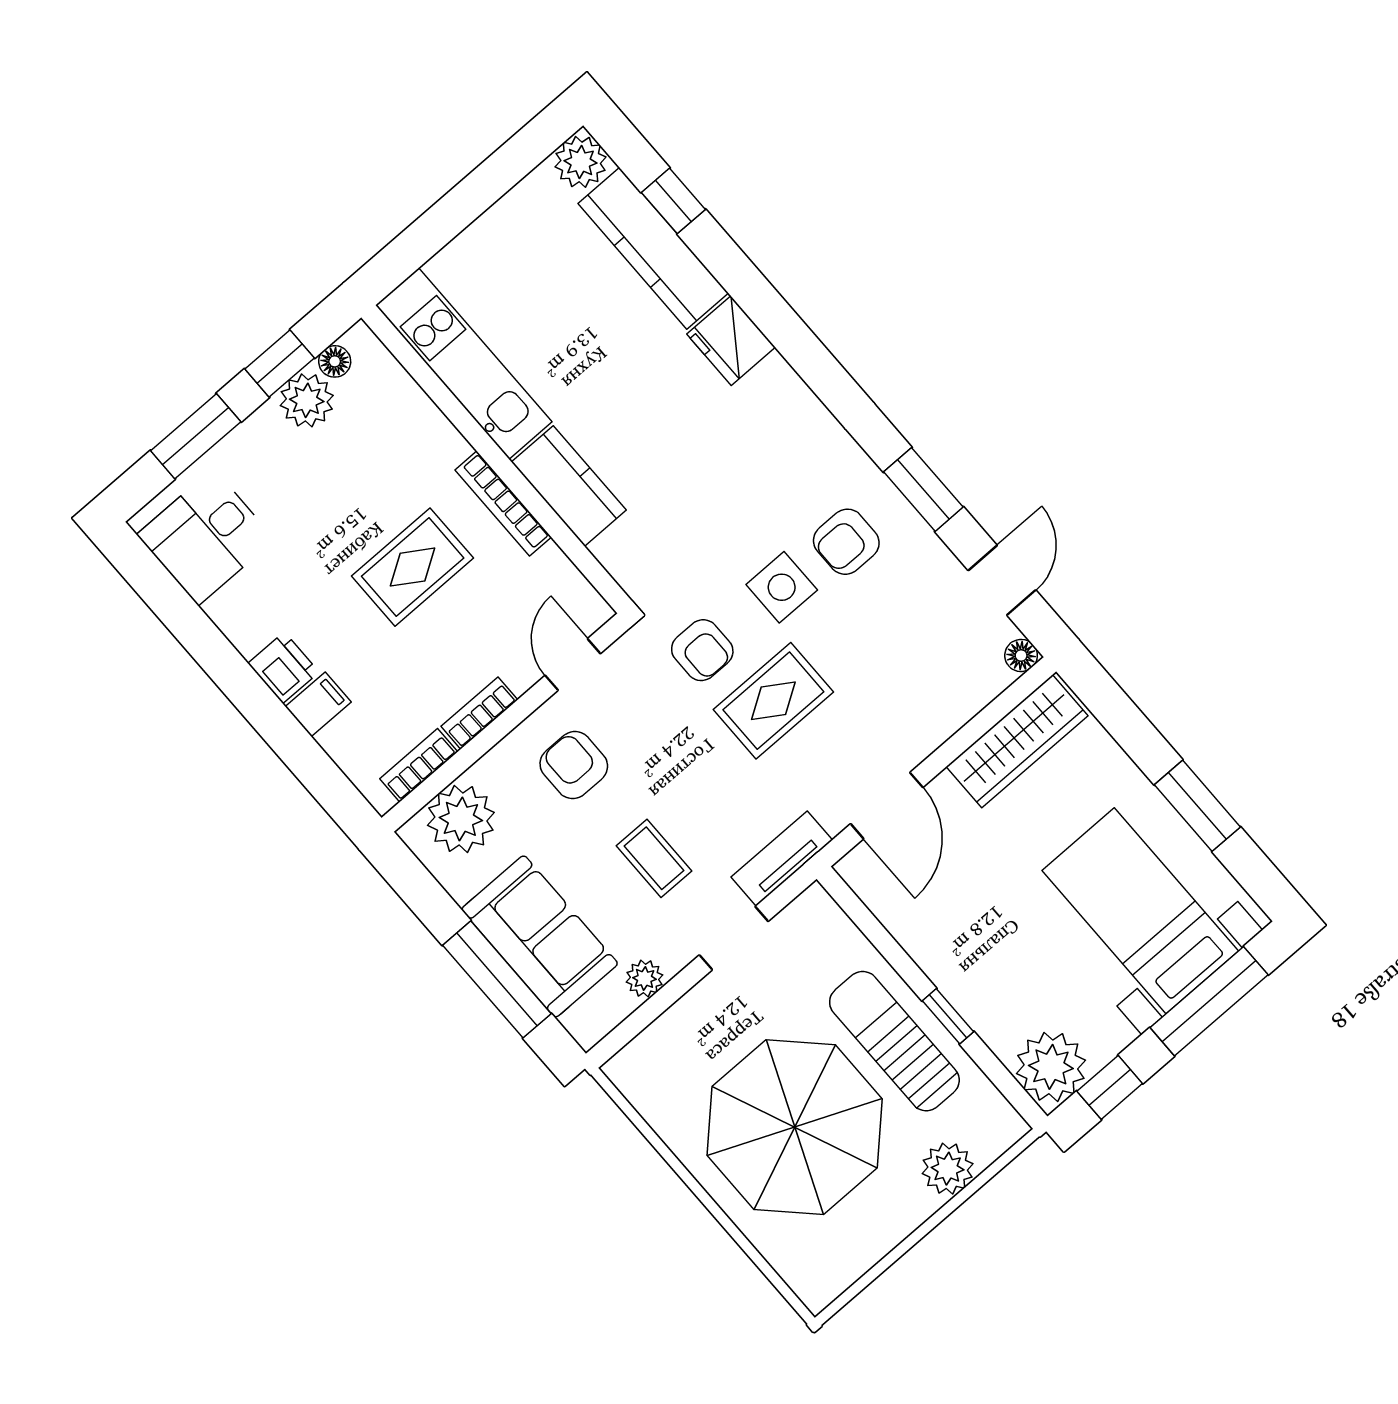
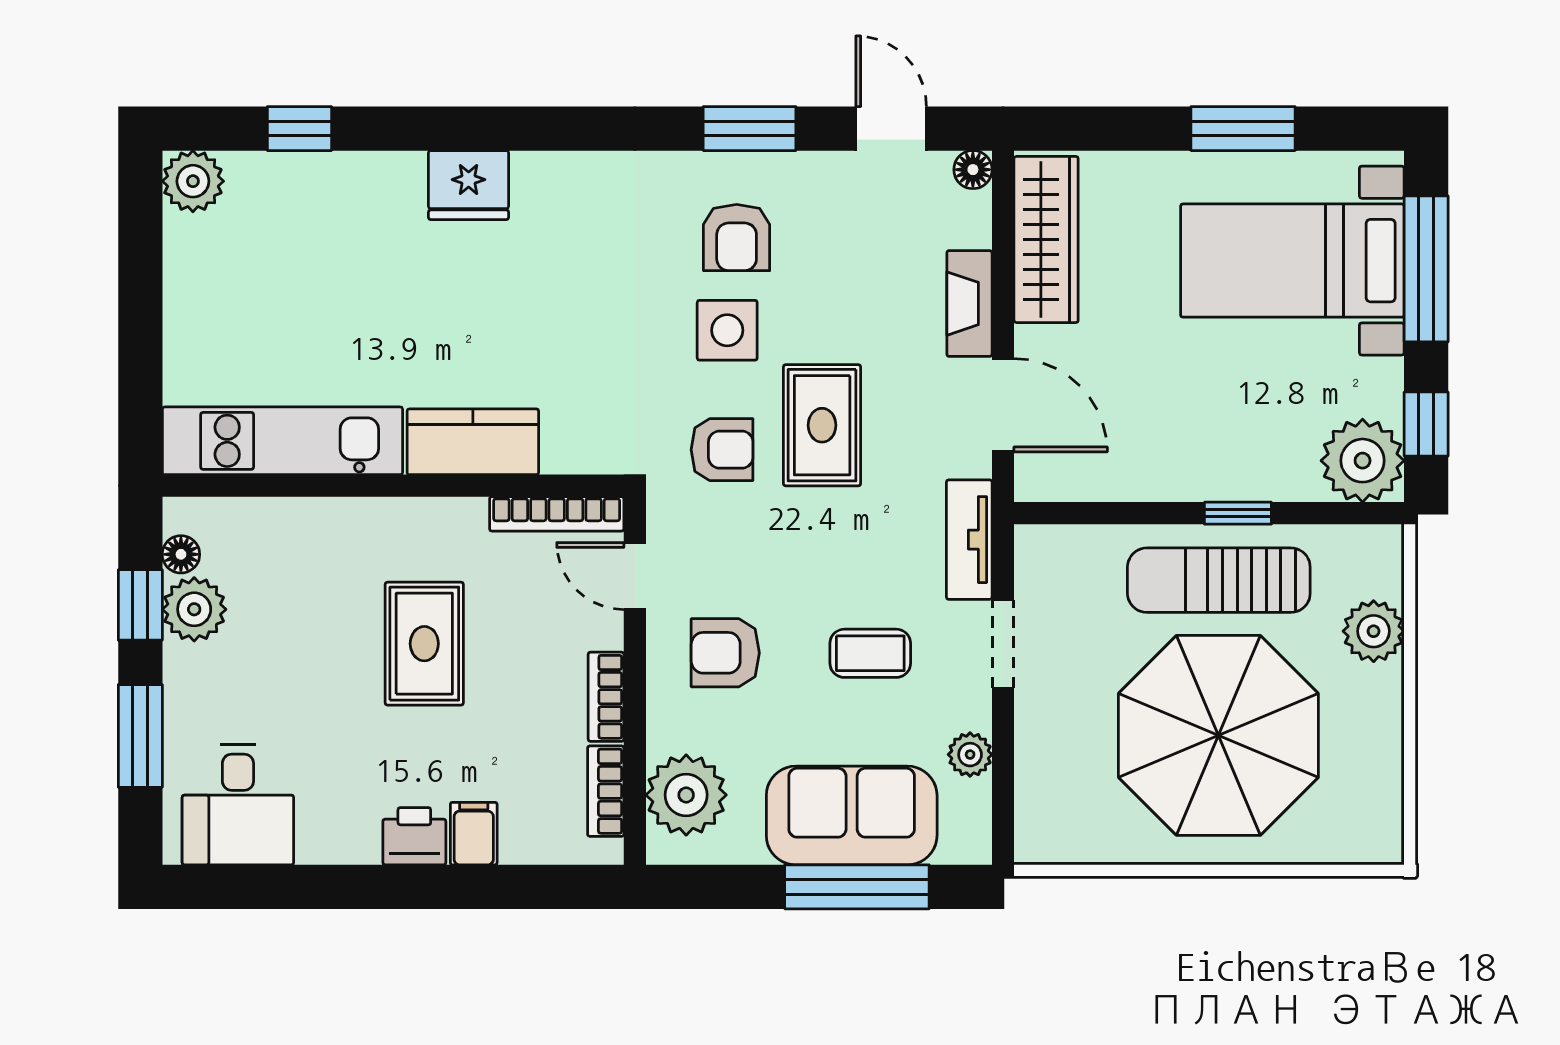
kitchen counter: (653, 248) -> (326, 183), removed
bookcase: (503, 504) -> (557, 514), moved
fireplace: (933, 728) -> (969, 304), added

